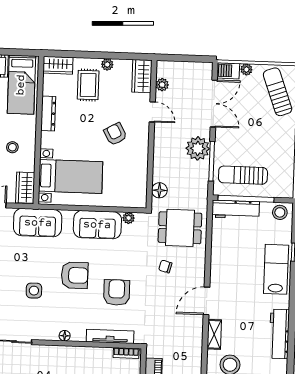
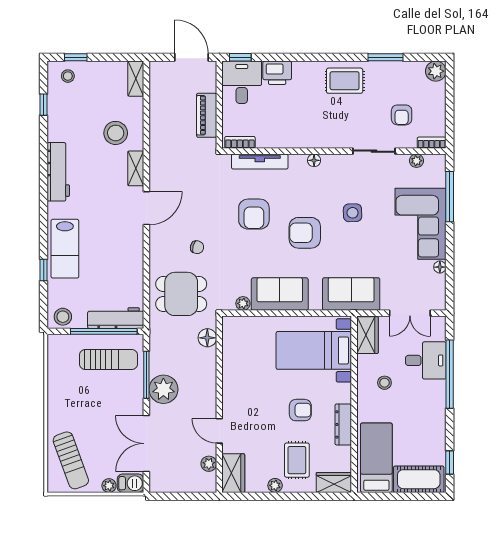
armchair: (115, 134) -> (300, 410), moved, turned -61

